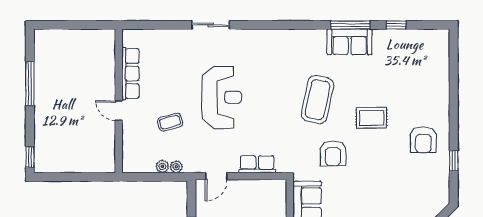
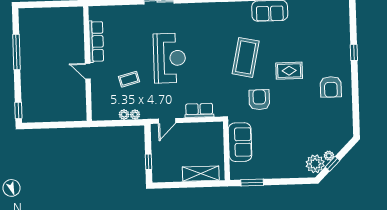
armchair: (333, 153) -> (259, 100), turned 180
window: (454, 161) -> (354, 53), moved

